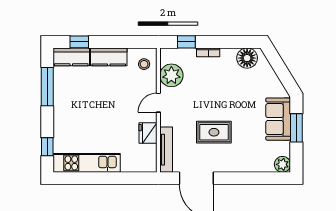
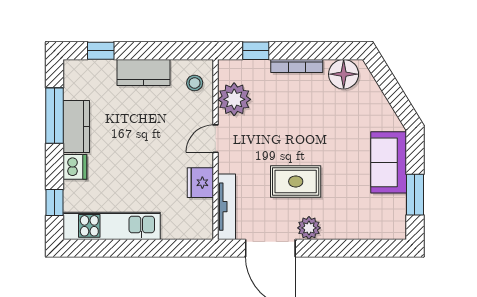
bookcase: (208, 52) -> (297, 66), width x1.56
kitchen counter: (71, 57) -> (76, 127), moved, turned -90
dishwasher: (61, 122) -> (75, 167), added
window: (296, 128) -> (415, 195), moved
plant: (282, 164) -> (309, 228), moved

